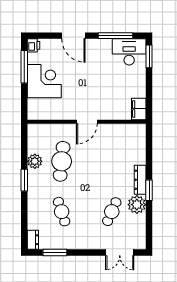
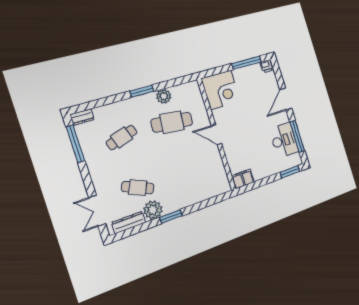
desk: (129, 52) -> (284, 140), moved
corner desk: (44, 81) -> (221, 90), moved
dresser: (140, 180) -> (129, 222), moved
window: (55, 253) -> (75, 144), width x1.44

